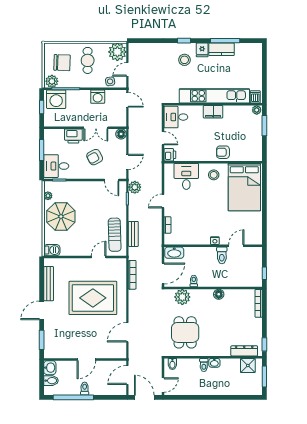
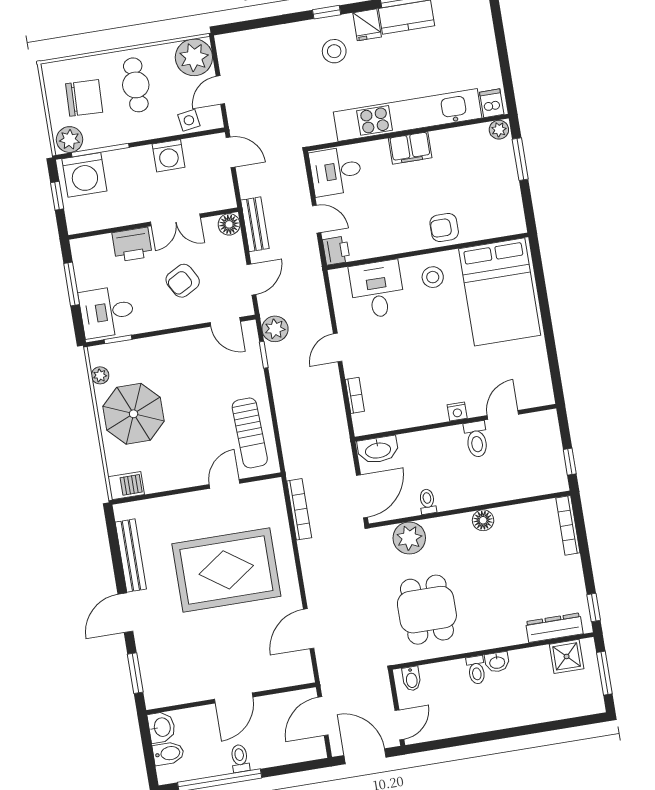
bench: (133, 234) -> (255, 224), moved

